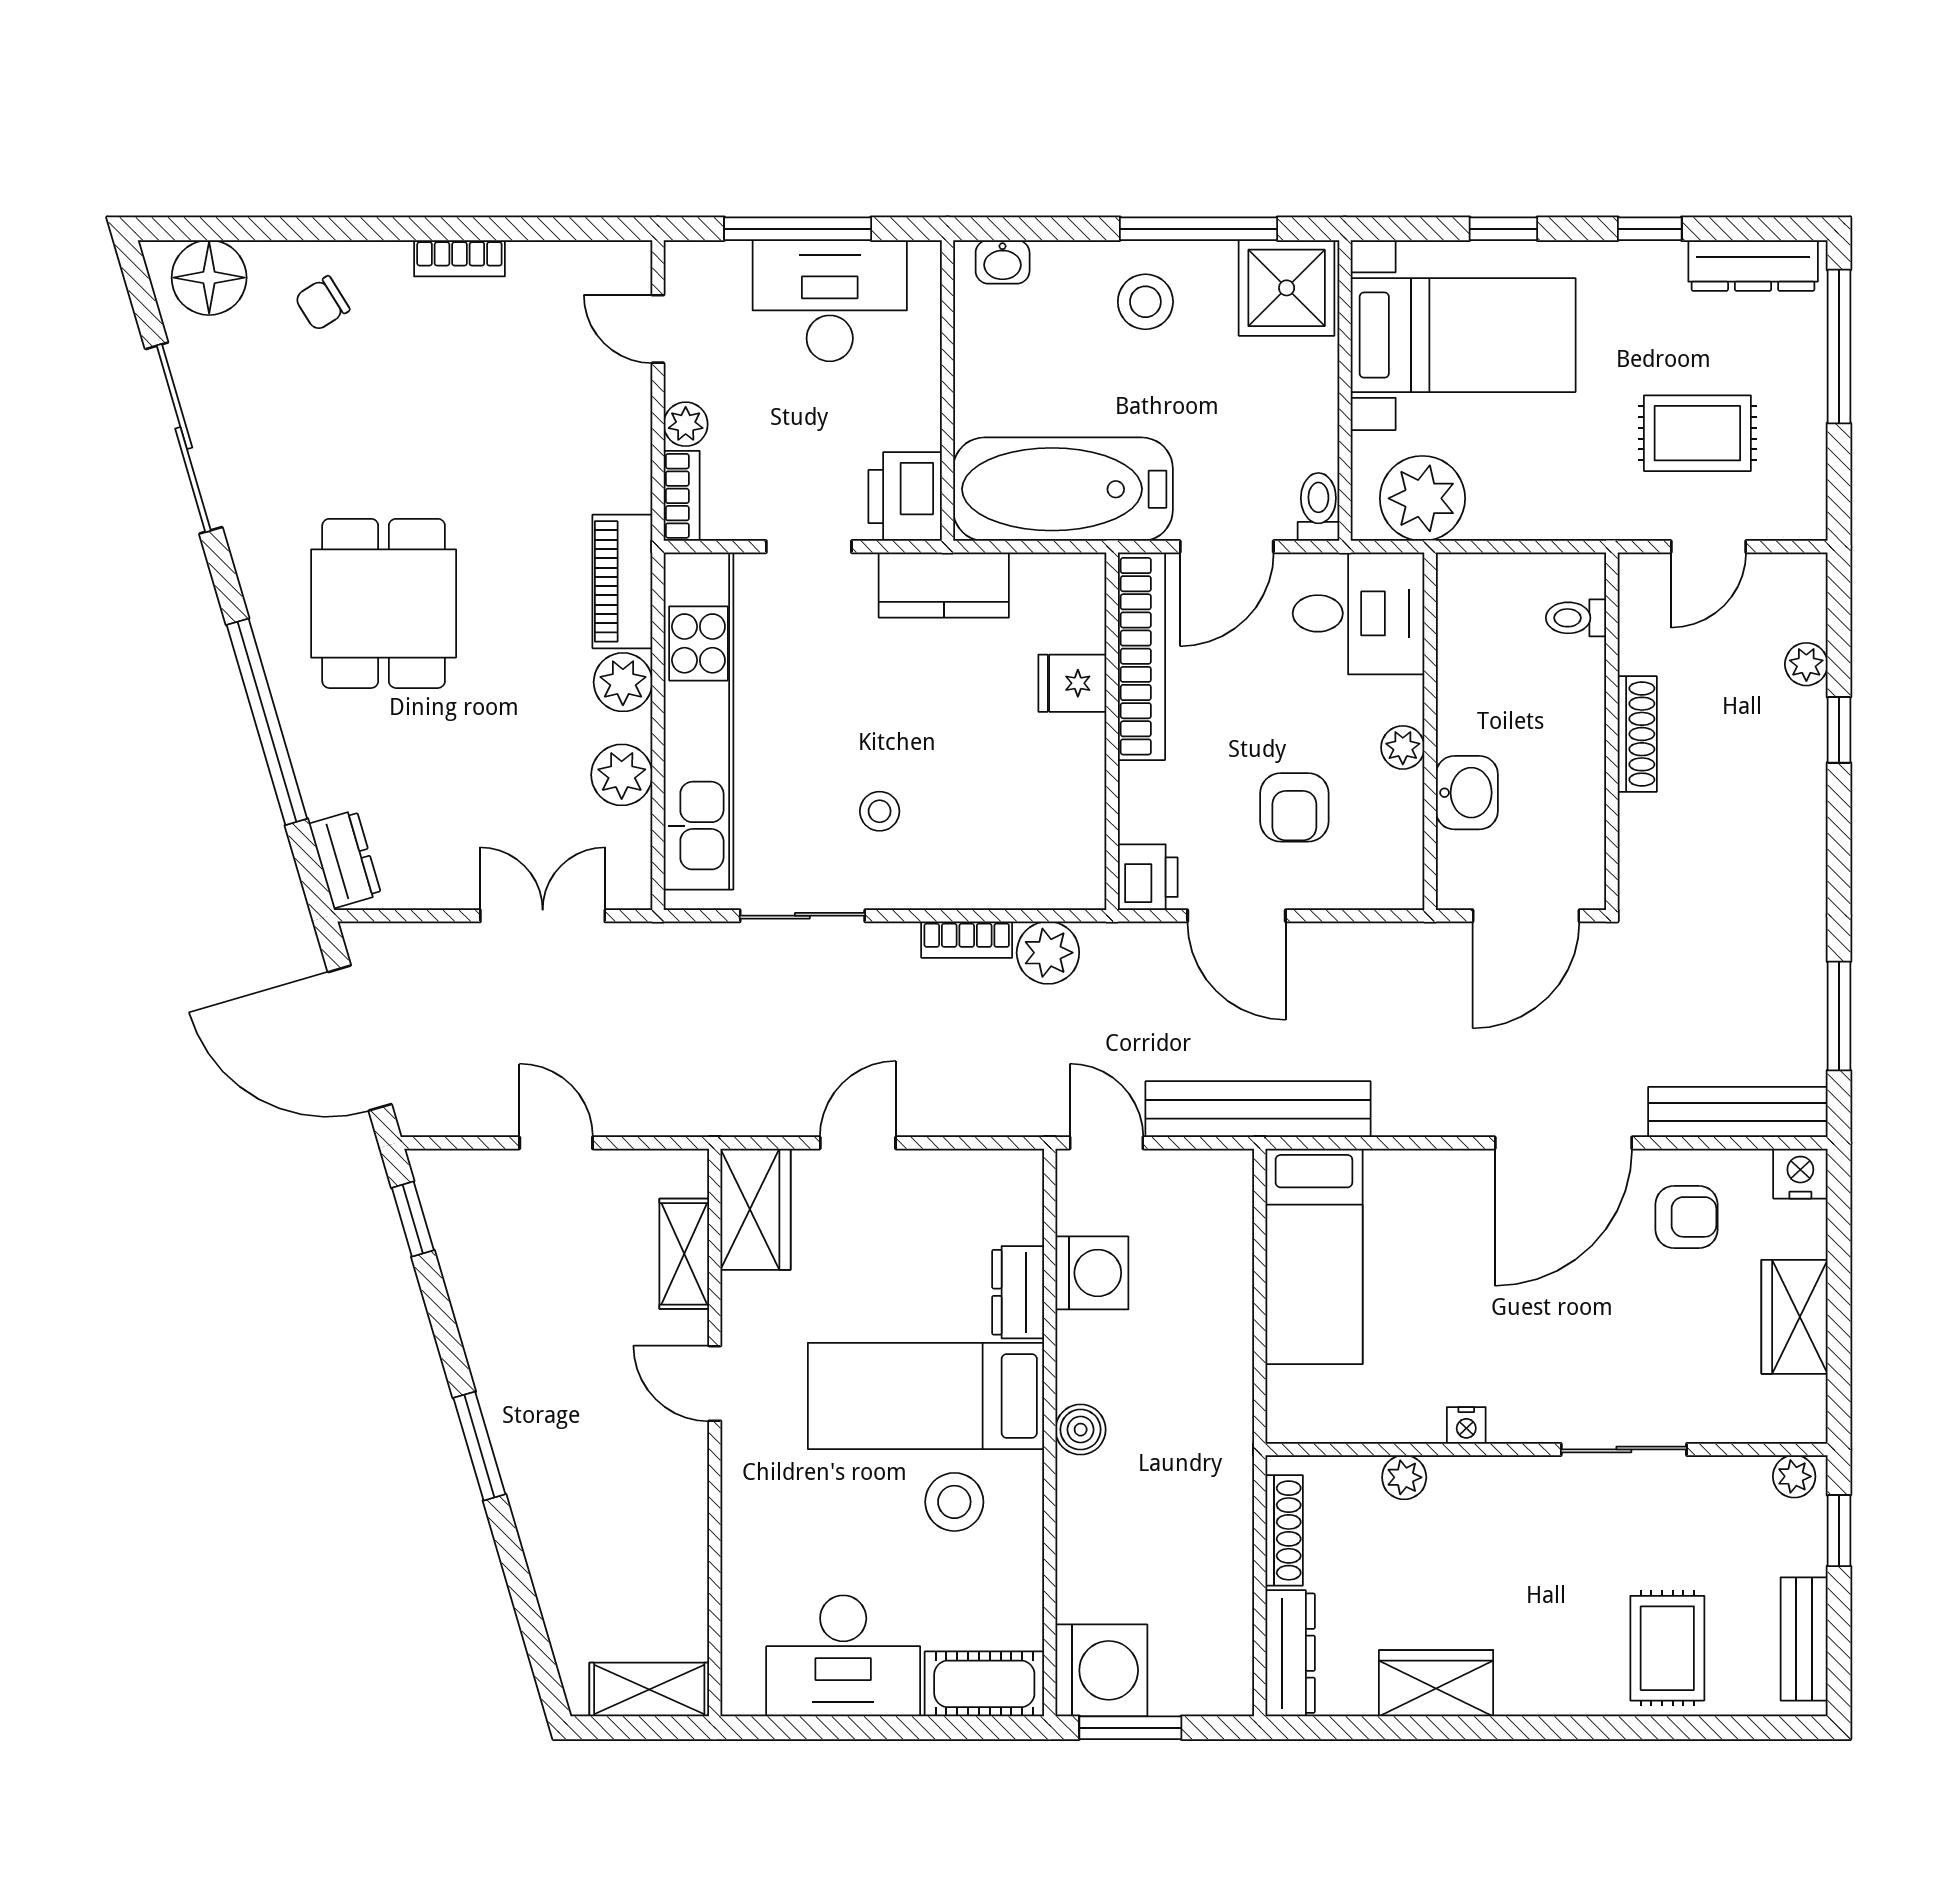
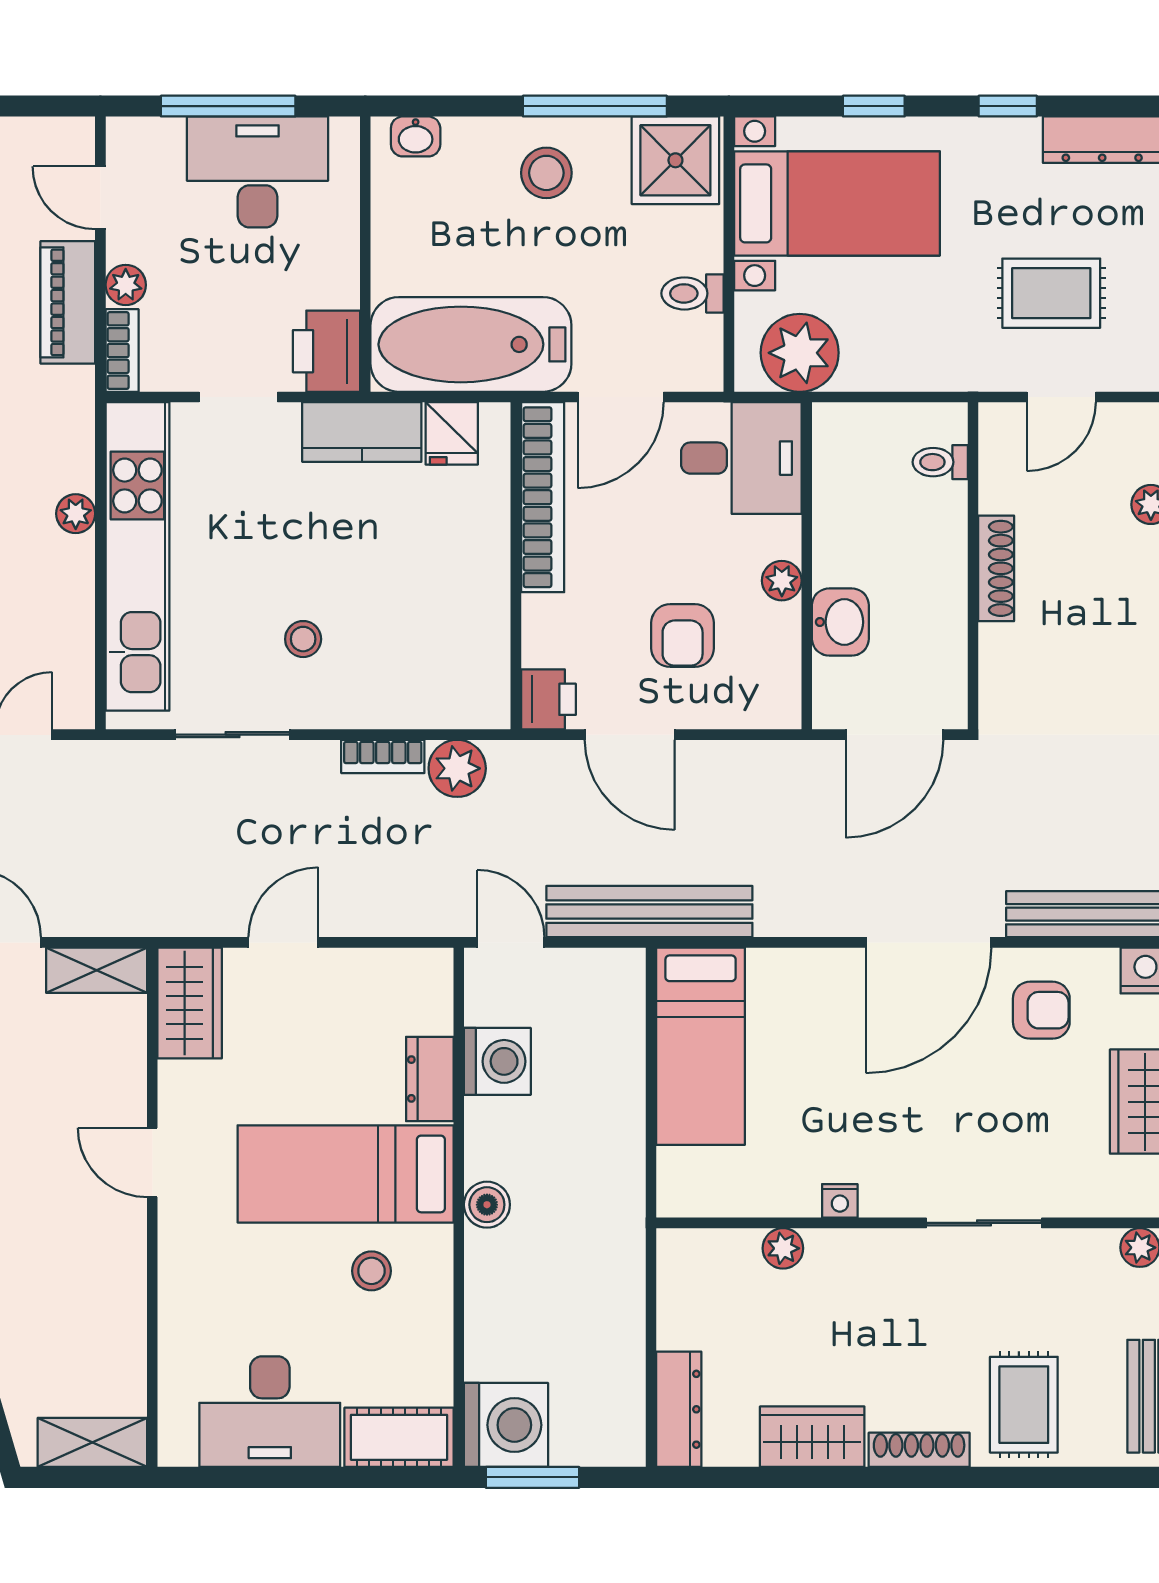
toilet: (1318, 507) -> (693, 293), moved, turned -90
piano: (622, 581) -> (68, 302), moved
plant: (623, 682) -> (76, 514), width x0.73, depth x0.73
fridge: (1072, 683) -> (452, 433), moved, turned -90
plant: (622, 775) -> (67, 606), removed
shelving: (684, 1254) -> (97, 970), moved, turned 90
stool: (954, 1502) -> (371, 1271), width x0.73, depth x0.73
shoe rack: (1284, 1530) -> (919, 1450), moved, turned -90

